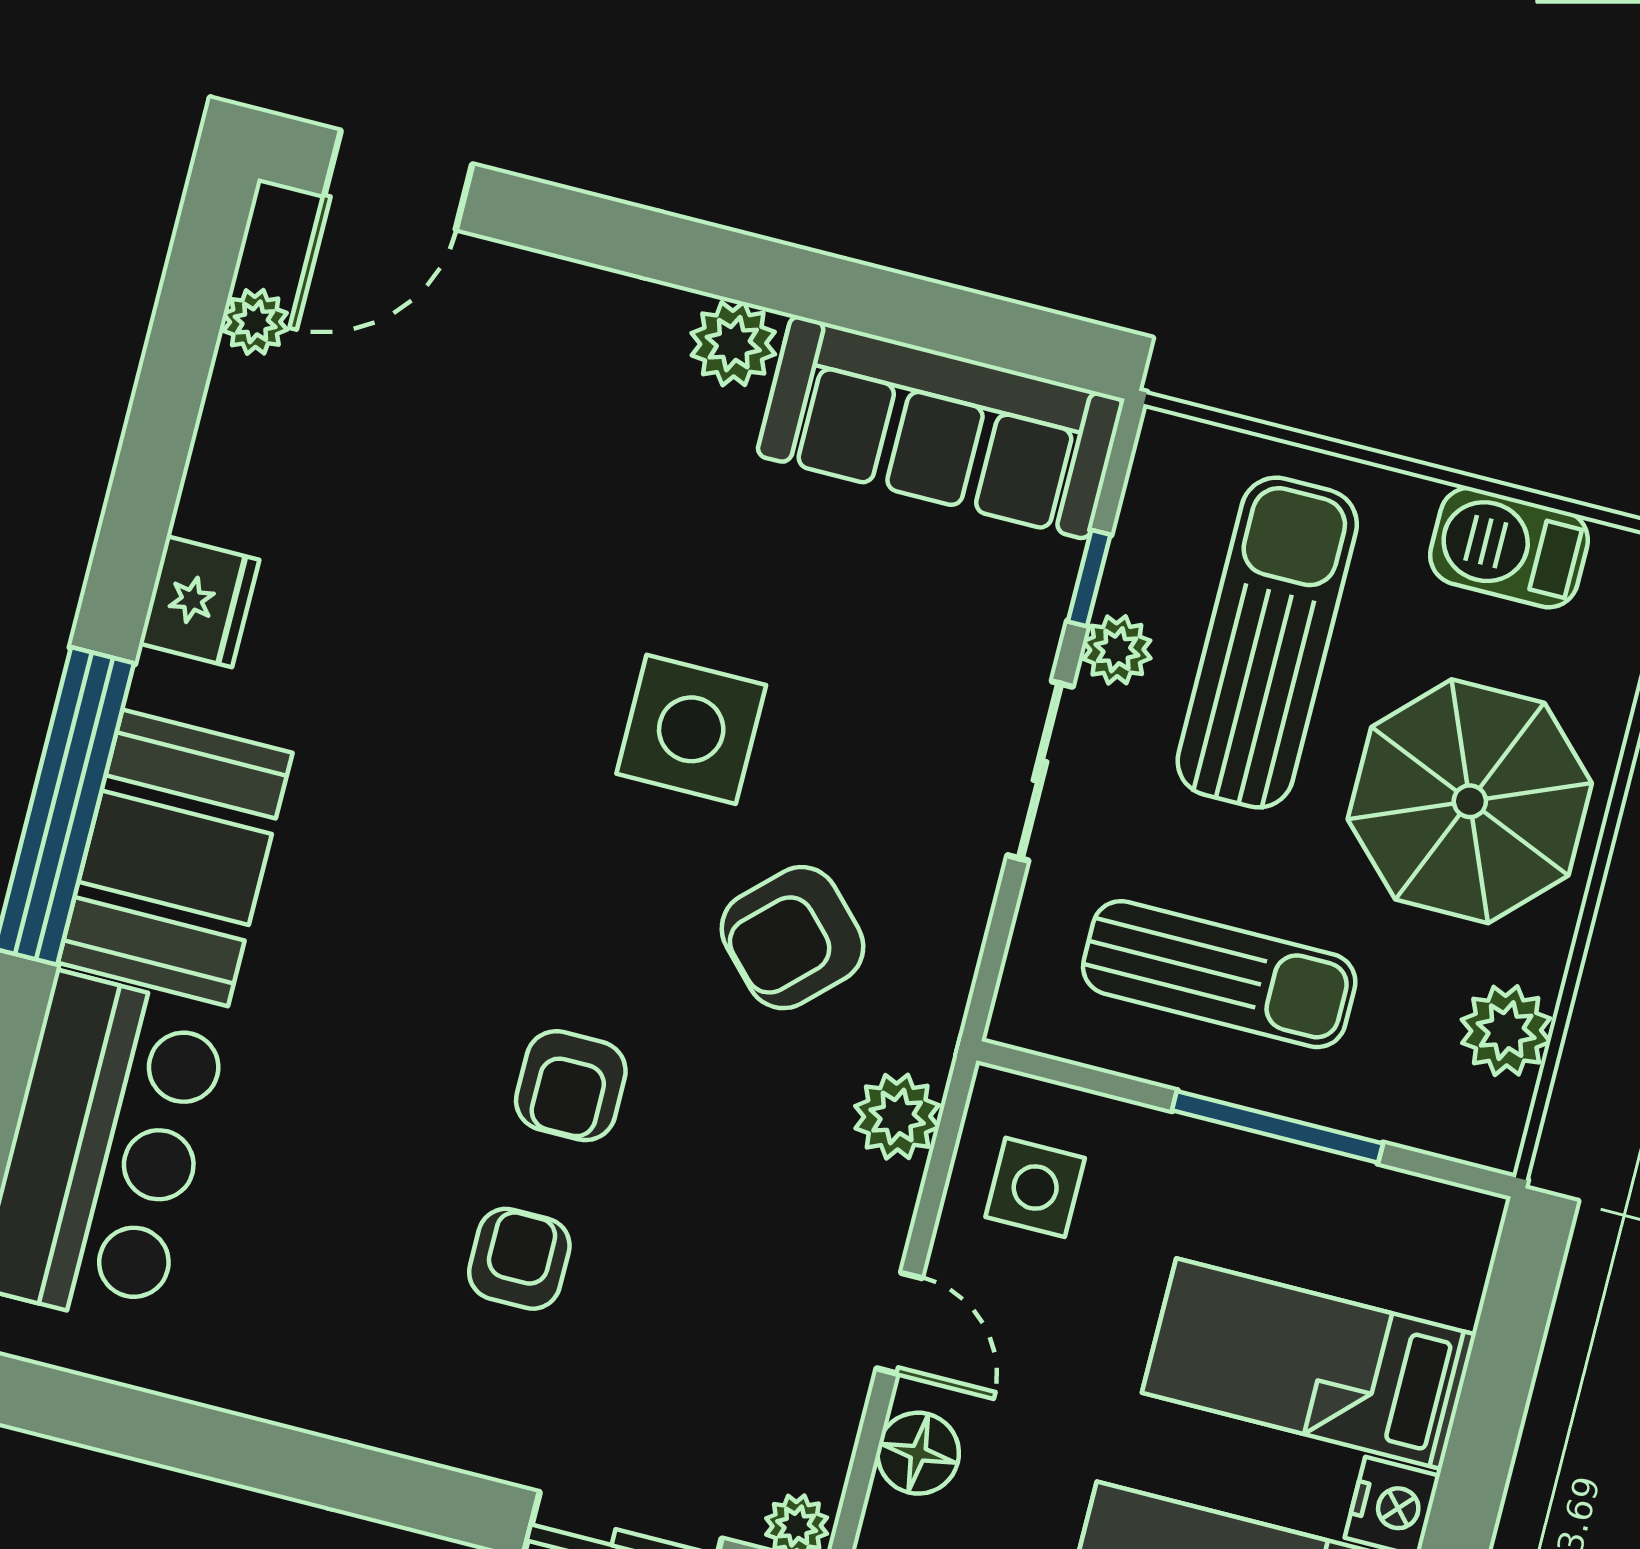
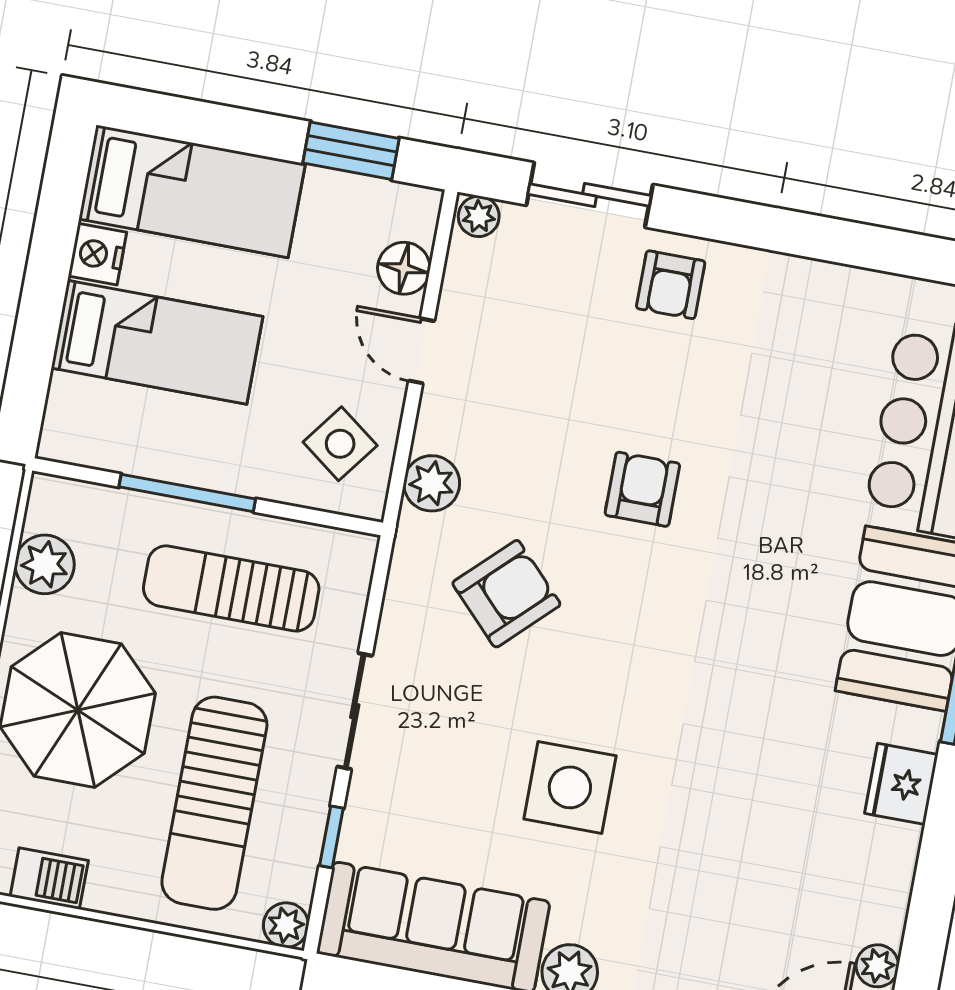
barbecue: (1509, 548) -> (49, 879), width x0.73, depth x0.79
plant: (1117, 650) -> (286, 925), moved
side table: (691, 729) -> (570, 787), moved
side table: (1035, 1187) -> (340, 444), turned 37
armchair: (519, 1259) -> (671, 285), moved

